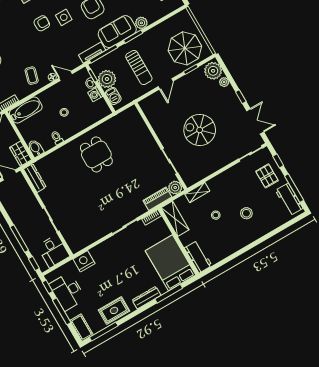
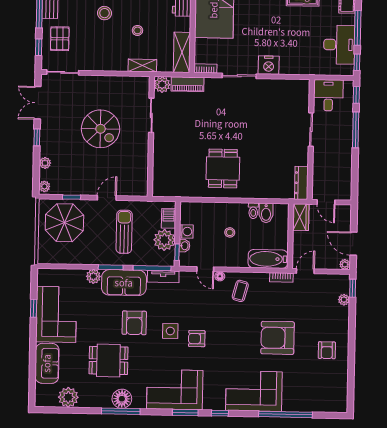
plant: (213, 71) -> (44, 186), width x0.53, depth x0.53
bidet: (35, 148) -> (266, 213), moved
nightstand: (84, 261) -> (269, 65), moved

